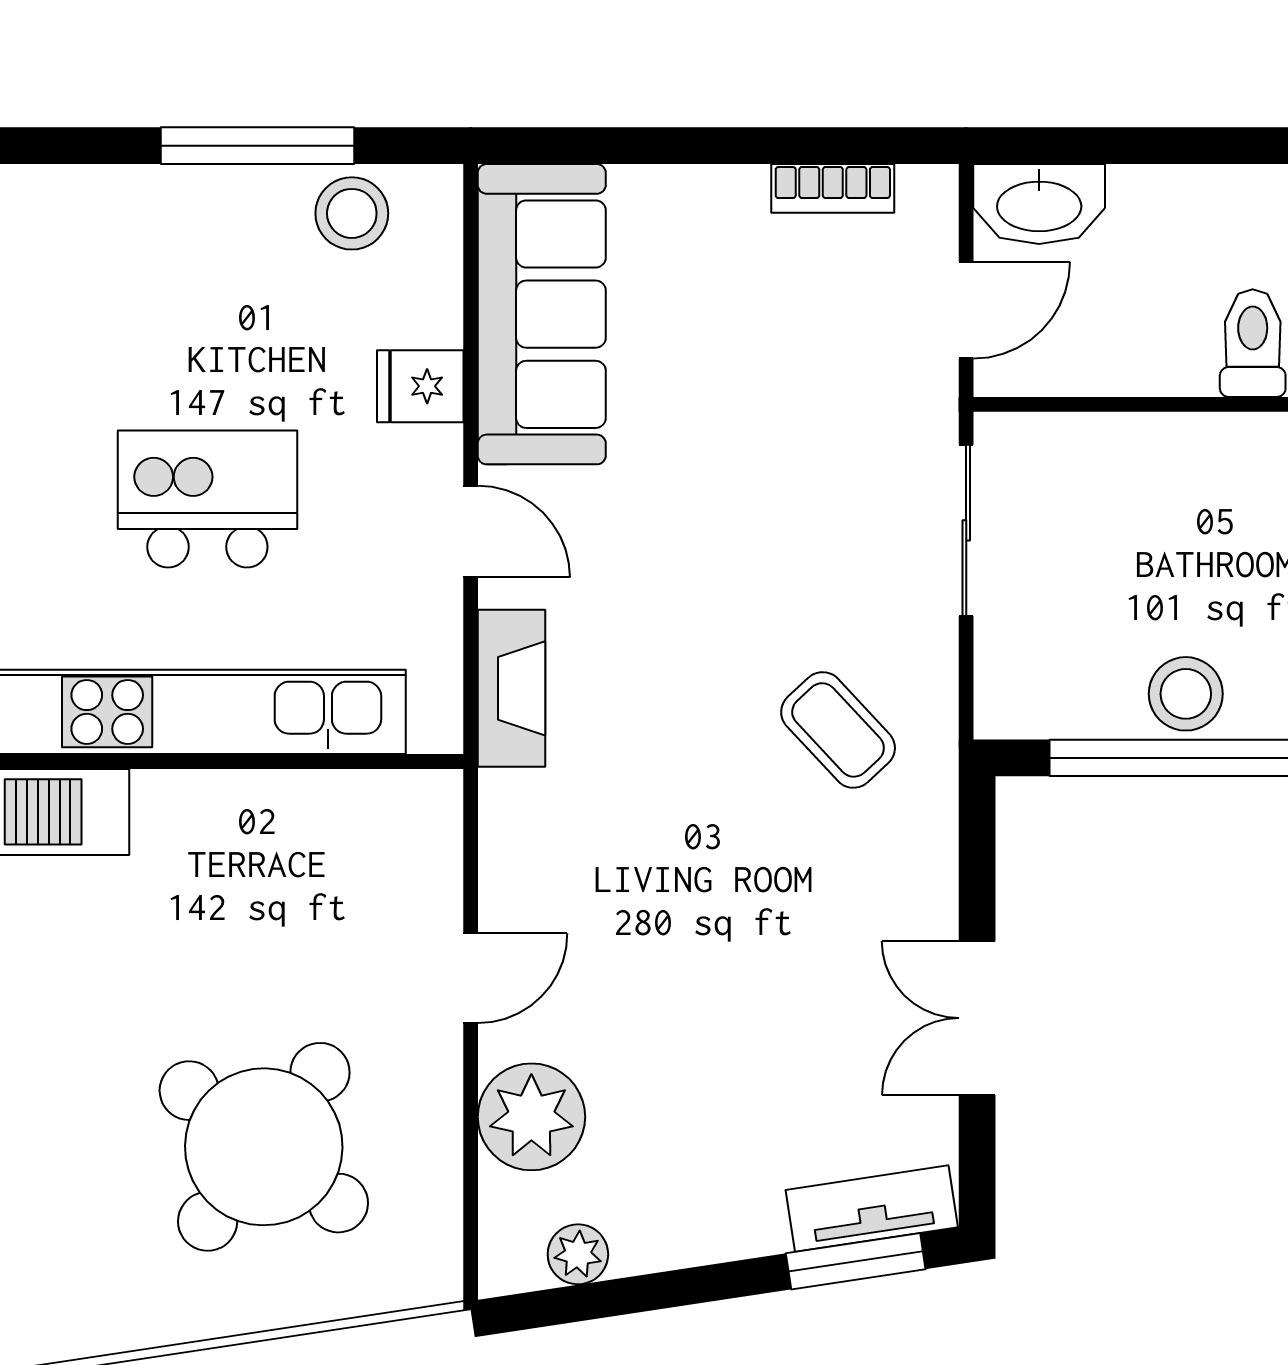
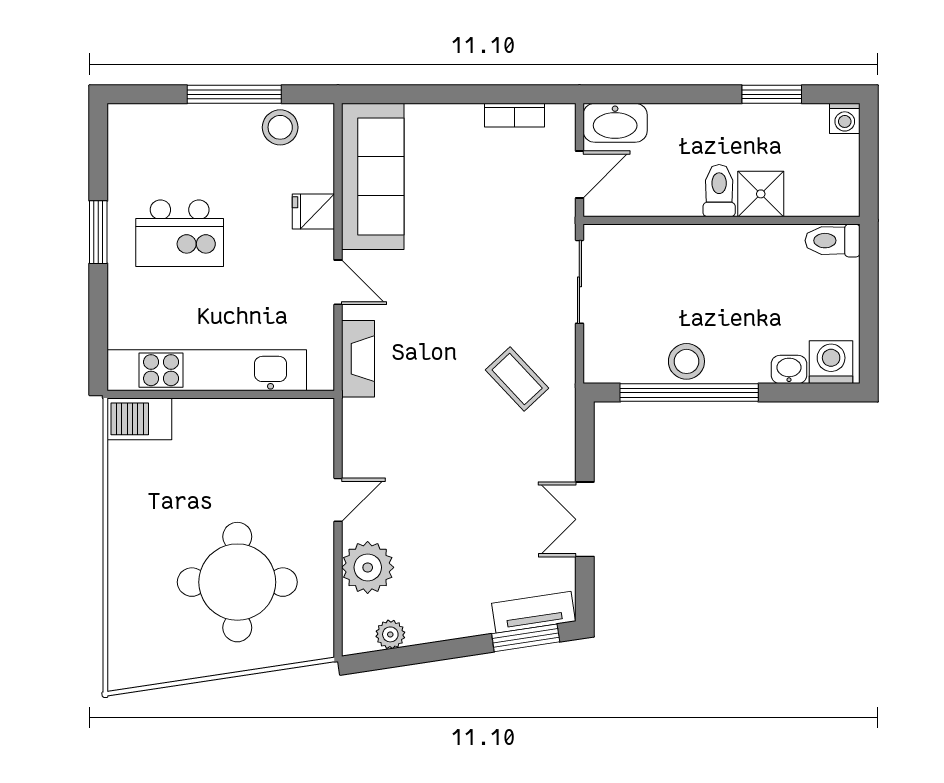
kitchen island: (207, 499) -> (180, 233), moved, turned 180
round table: (264, 1147) -> (237, 582), turned -37

